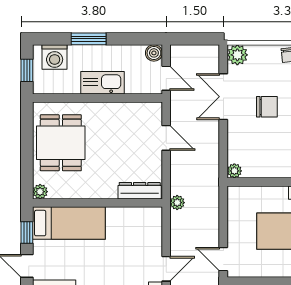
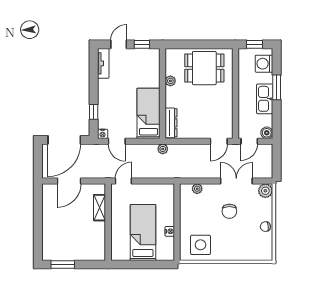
kitchen sink: (102, 83) -> (265, 99), moved, turned 180
door: (166, 138) -> (219, 141), moved
plant: (234, 171) -> (197, 189), moved
plant: (40, 192) -> (170, 81), moved
bed: (69, 223) -> (148, 113), moved, turned 180

